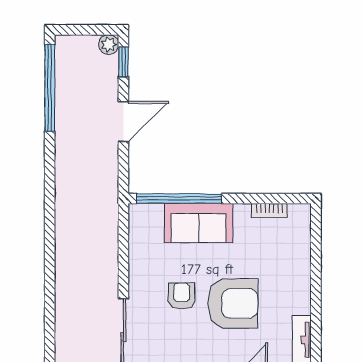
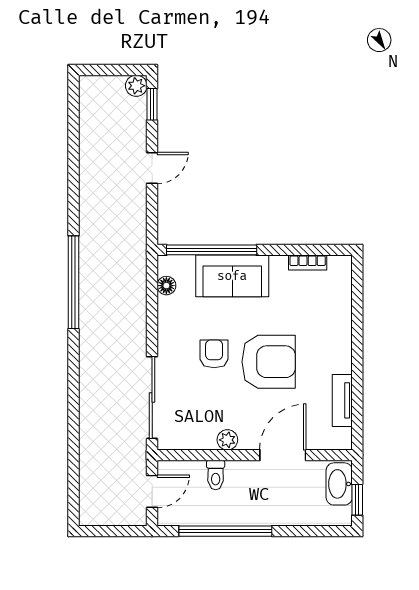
window: (50, 88) -> (73, 282), moved
door: (123, 122) -> (152, 168), width x0.73
floor lamp: (137, 232) -> (166, 286), added

